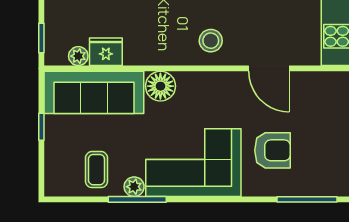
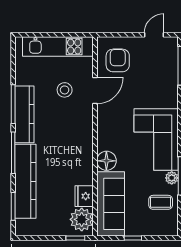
stool: (211, 41) -> (65, 90), moved
plant: (78, 56) -> (82, 219), width x1.88, depth x1.88
armchair: (273, 150) -> (118, 60), moved

